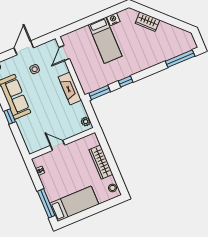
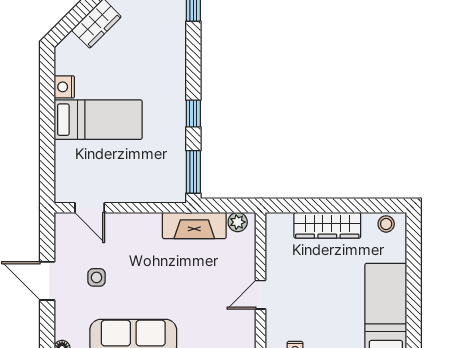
fireplace: (70, 88) -> (194, 226), moved

